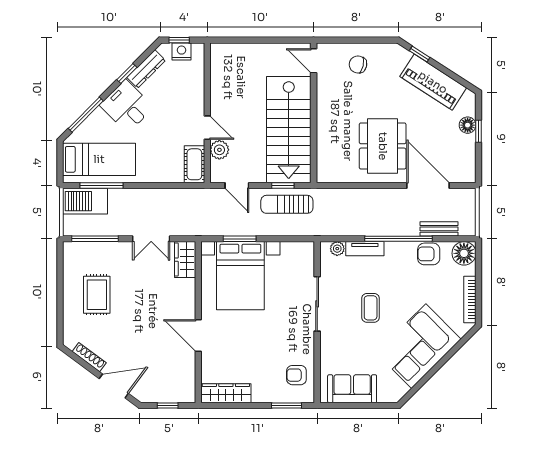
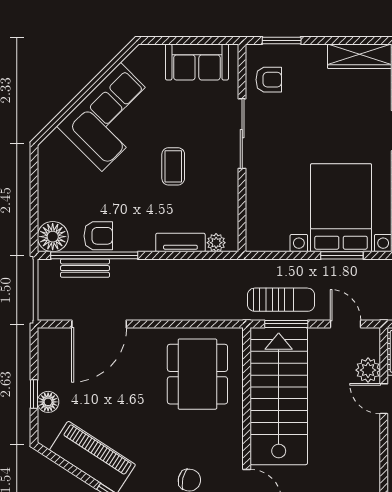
dining table: (383, 146) -> (197, 374), moved
window: (283, 186) -> (286, 324), width x1.50
door: (428, 186) -> (99, 324), hinge flipped
window: (399, 239) -> (94, 255), moved
bookcase: (470, 299) -> (45, 177), removed
sliding door: (317, 304) -> (242, 134), moved

